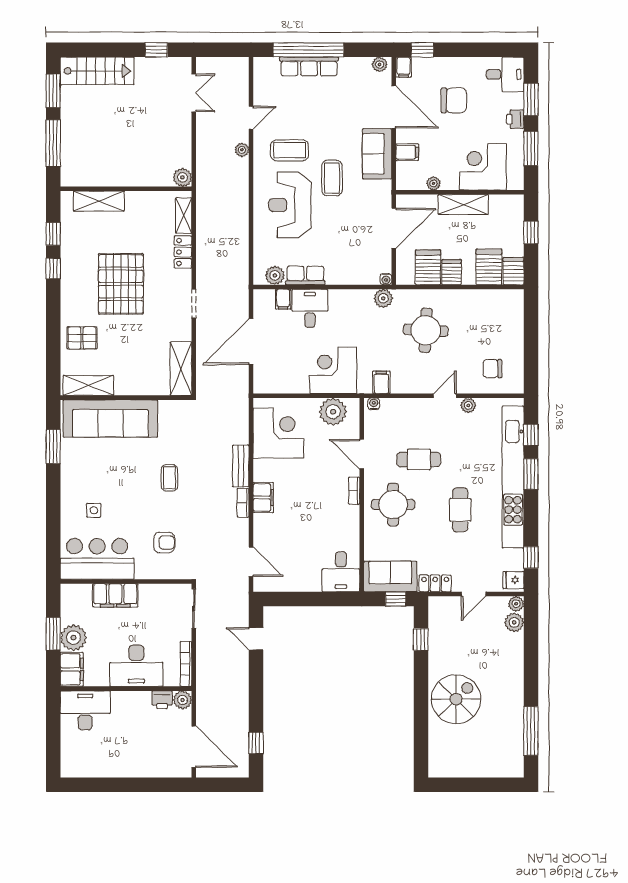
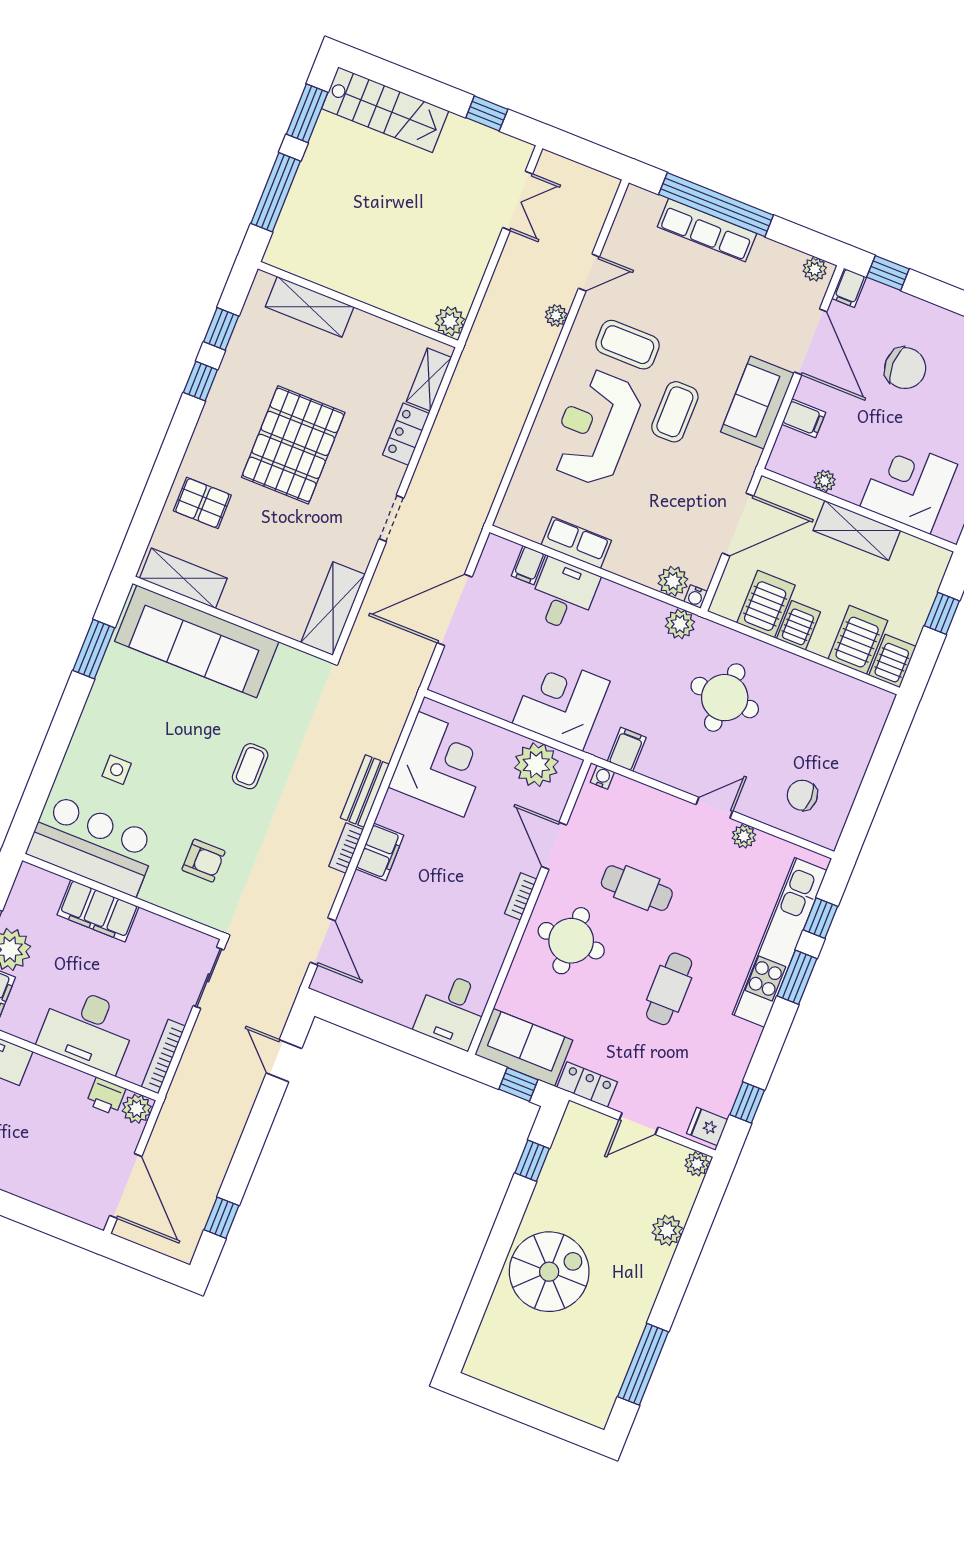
plant: (275, 275) -> (673, 581), moved
kitchen unit: (513, 477) -> (780, 942), width x0.73
plant: (514, 622) -> (667, 1230), moved

